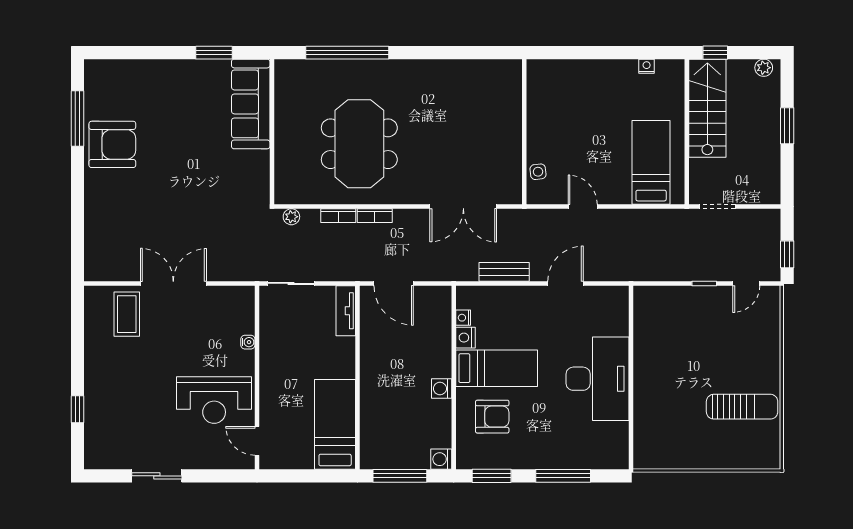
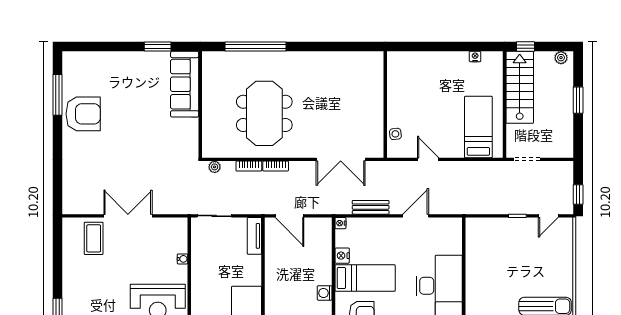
nightstand: (463, 318) -> (340, 223), moved

